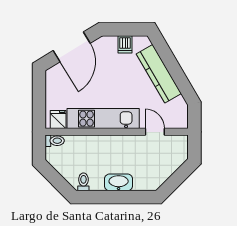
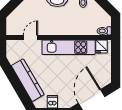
door: (155, 132) -> (31, 37), swing flipped

